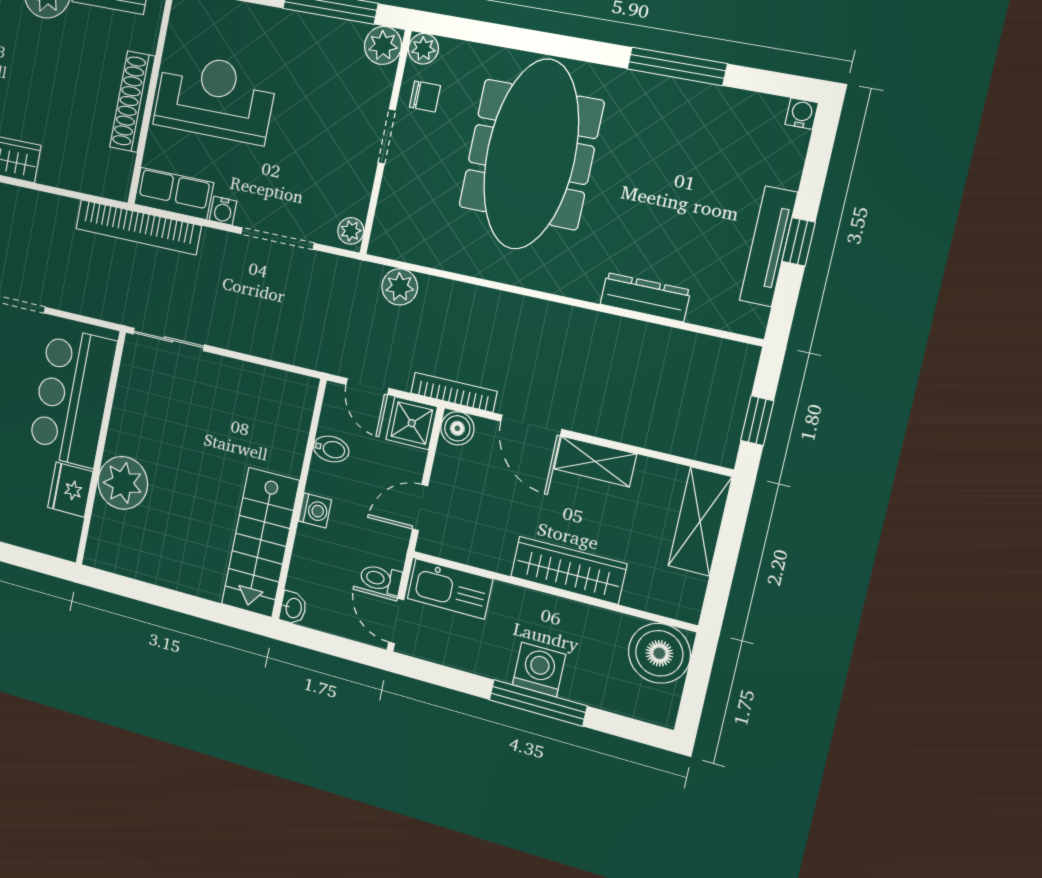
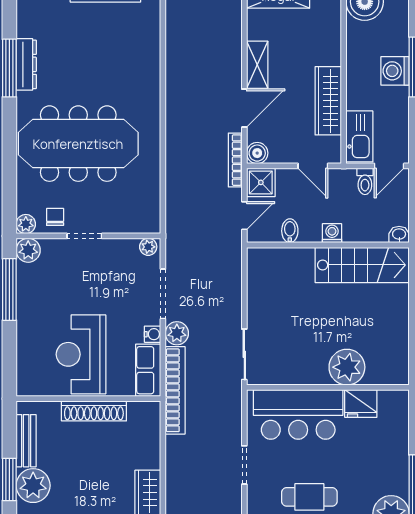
plant: (400, 287) -> (177, 333), moved
dresser: (645, 297) -> (26, 64), moved, turned 180
wardrobe: (569, 570) -> (328, 101), moved

